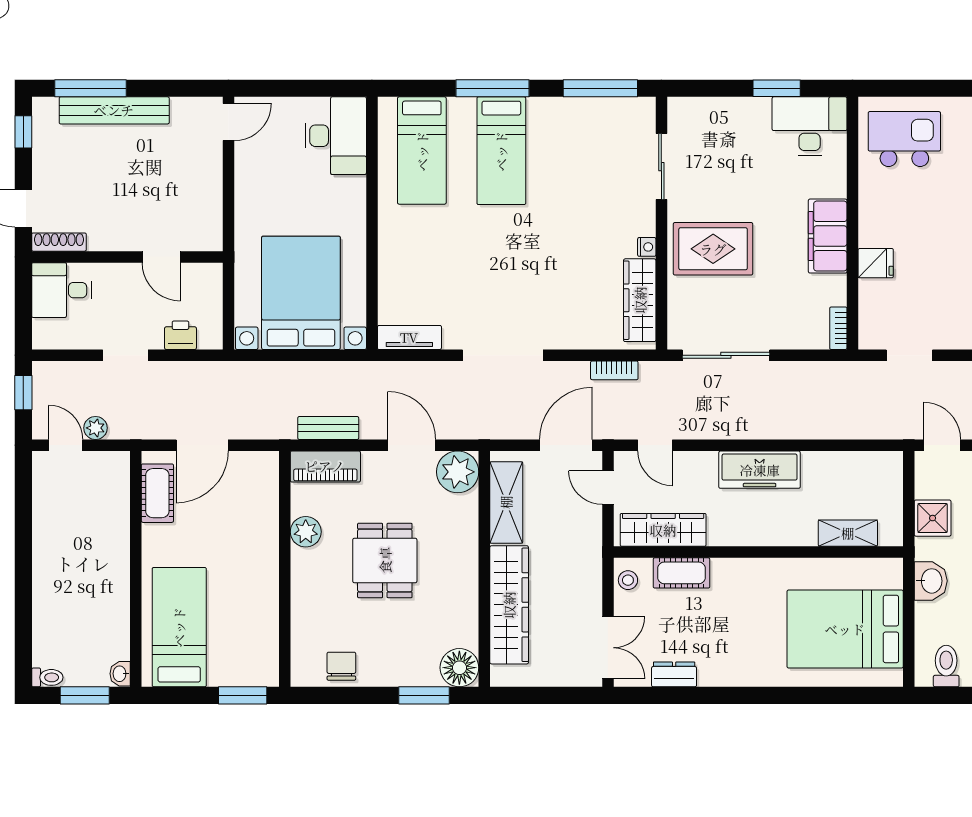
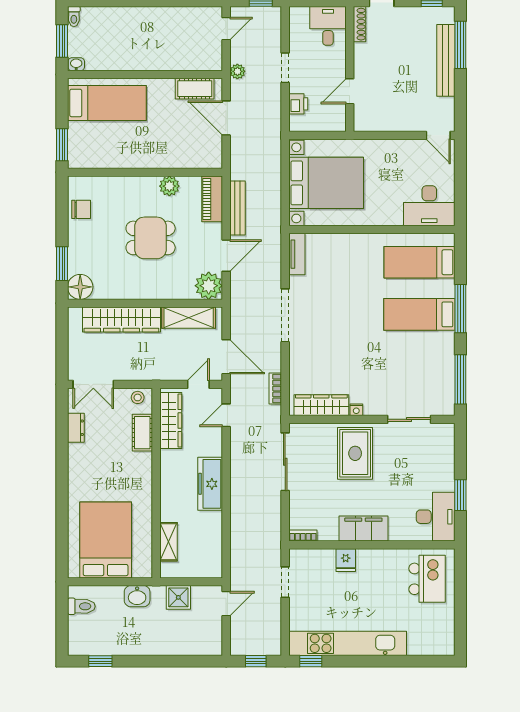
plant: (96, 428) -> (237, 71), moved
bench: (328, 428) -> (237, 208), width x1.36

